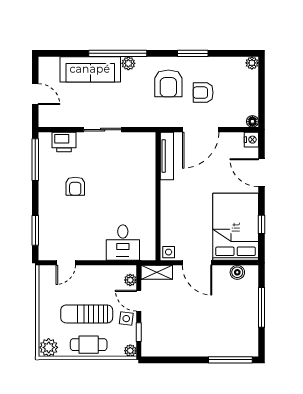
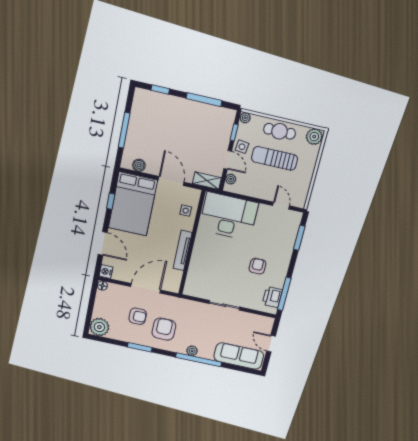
plant: (252, 63) -> (99, 327), width x1.88, depth x1.88
sofa: (90, 69) -> (239, 356), moved
printer: (64, 142) -> (272, 297), moved, turned -90
tv unit: (167, 156) -> (183, 250), moved
desk: (123, 243) -> (229, 216), width x1.87, depth x1.30
side table: (169, 252) -> (186, 211), moved
door: (66, 263) -> (281, 206), hinge flipped
sun lounger: (87, 314) -> (275, 158), turned 180
window: (180, 360) -> (204, 100), added
window: (230, 360) -> (160, 89), width x0.46

